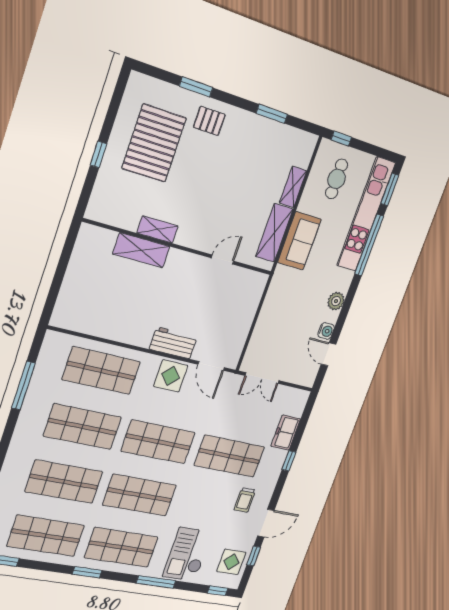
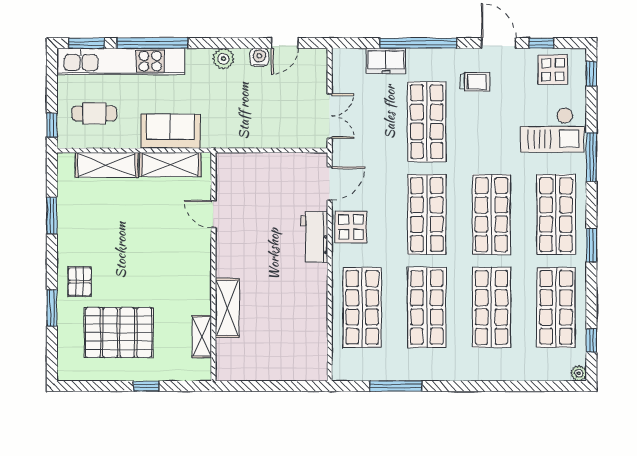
shelving: (293, 187) -> (107, 165), width x1.50, depth x1.33
shelving: (157, 229) -> (202, 336), moved
window: (289, 461) -> (418, 43), width x3.17

